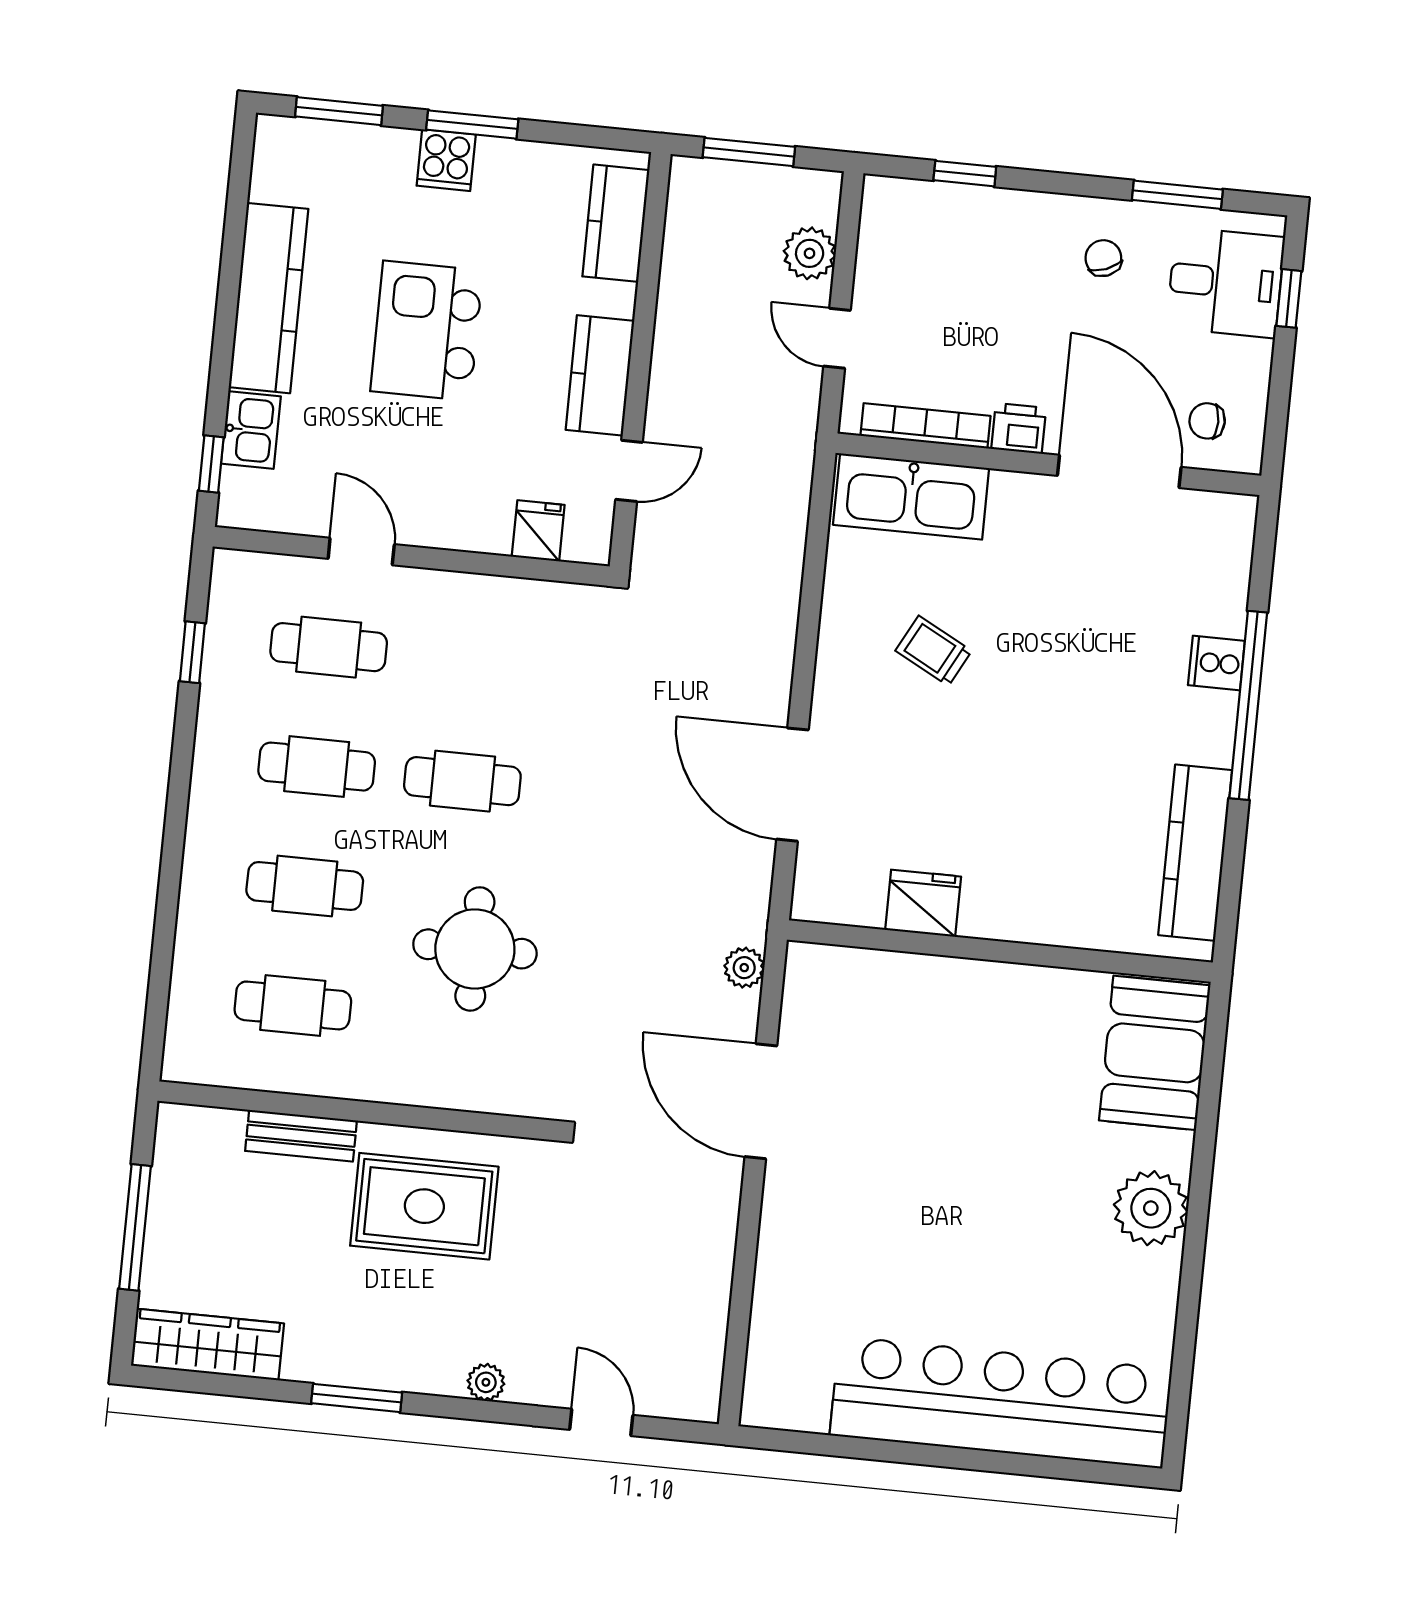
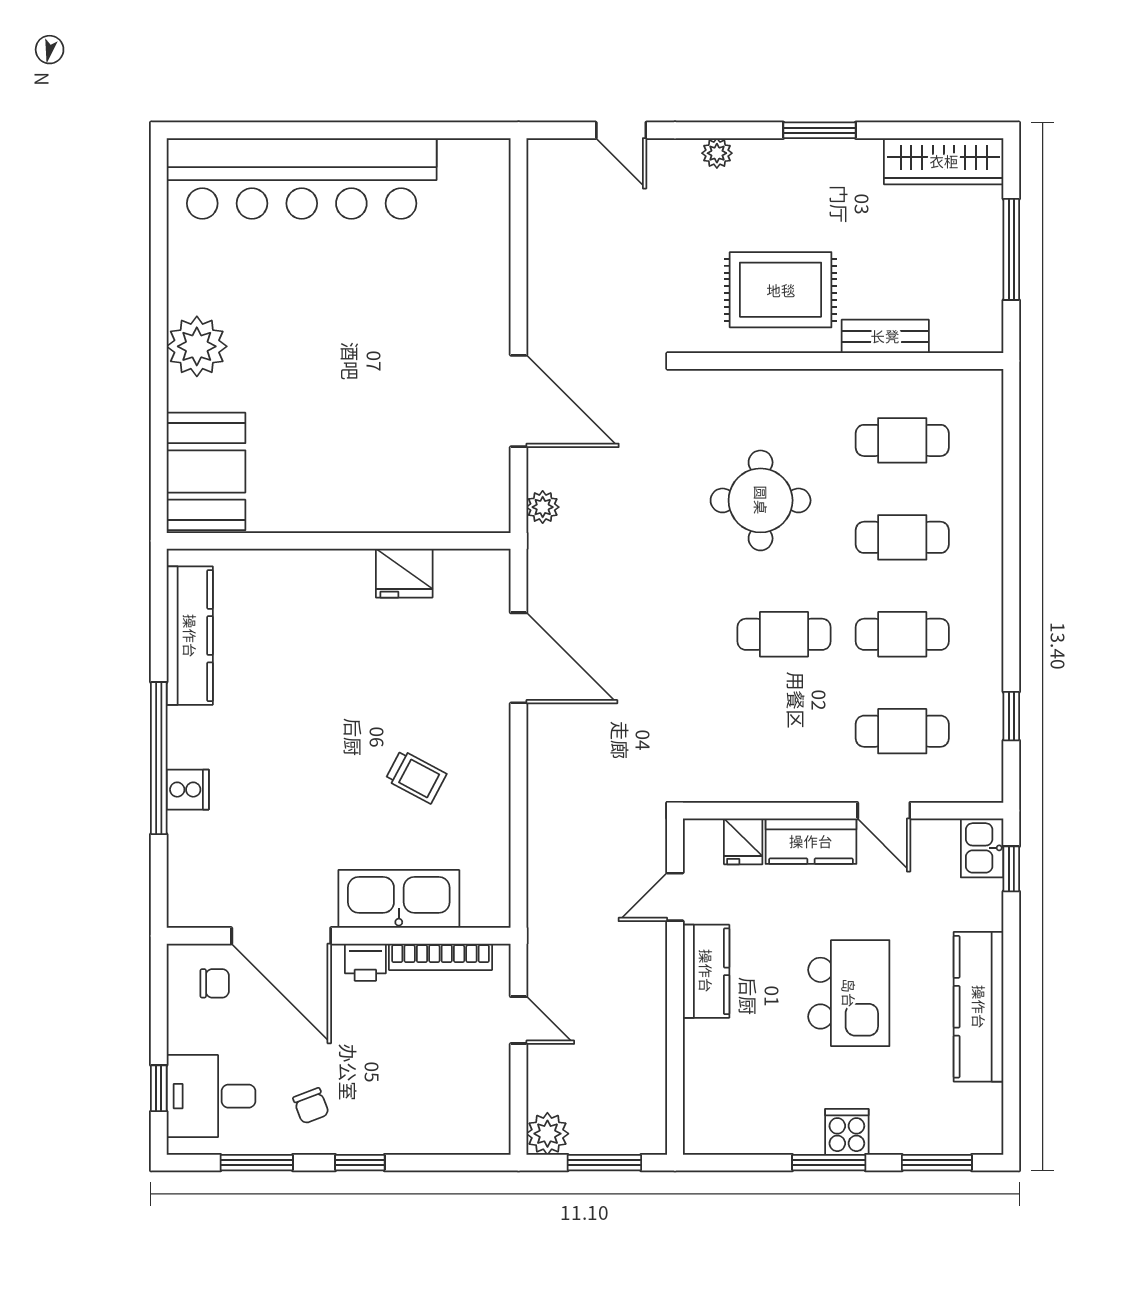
window: (965, 174) -> (360, 1163), moved
kitchen counter: (616, 223) -> (811, 841), moved, turned 90
plant: (810, 253) -> (547, 1134), moved
kitchen sink: (251, 430) -> (982, 848), moved
kitchen sink: (911, 496) -> (399, 899), moved

